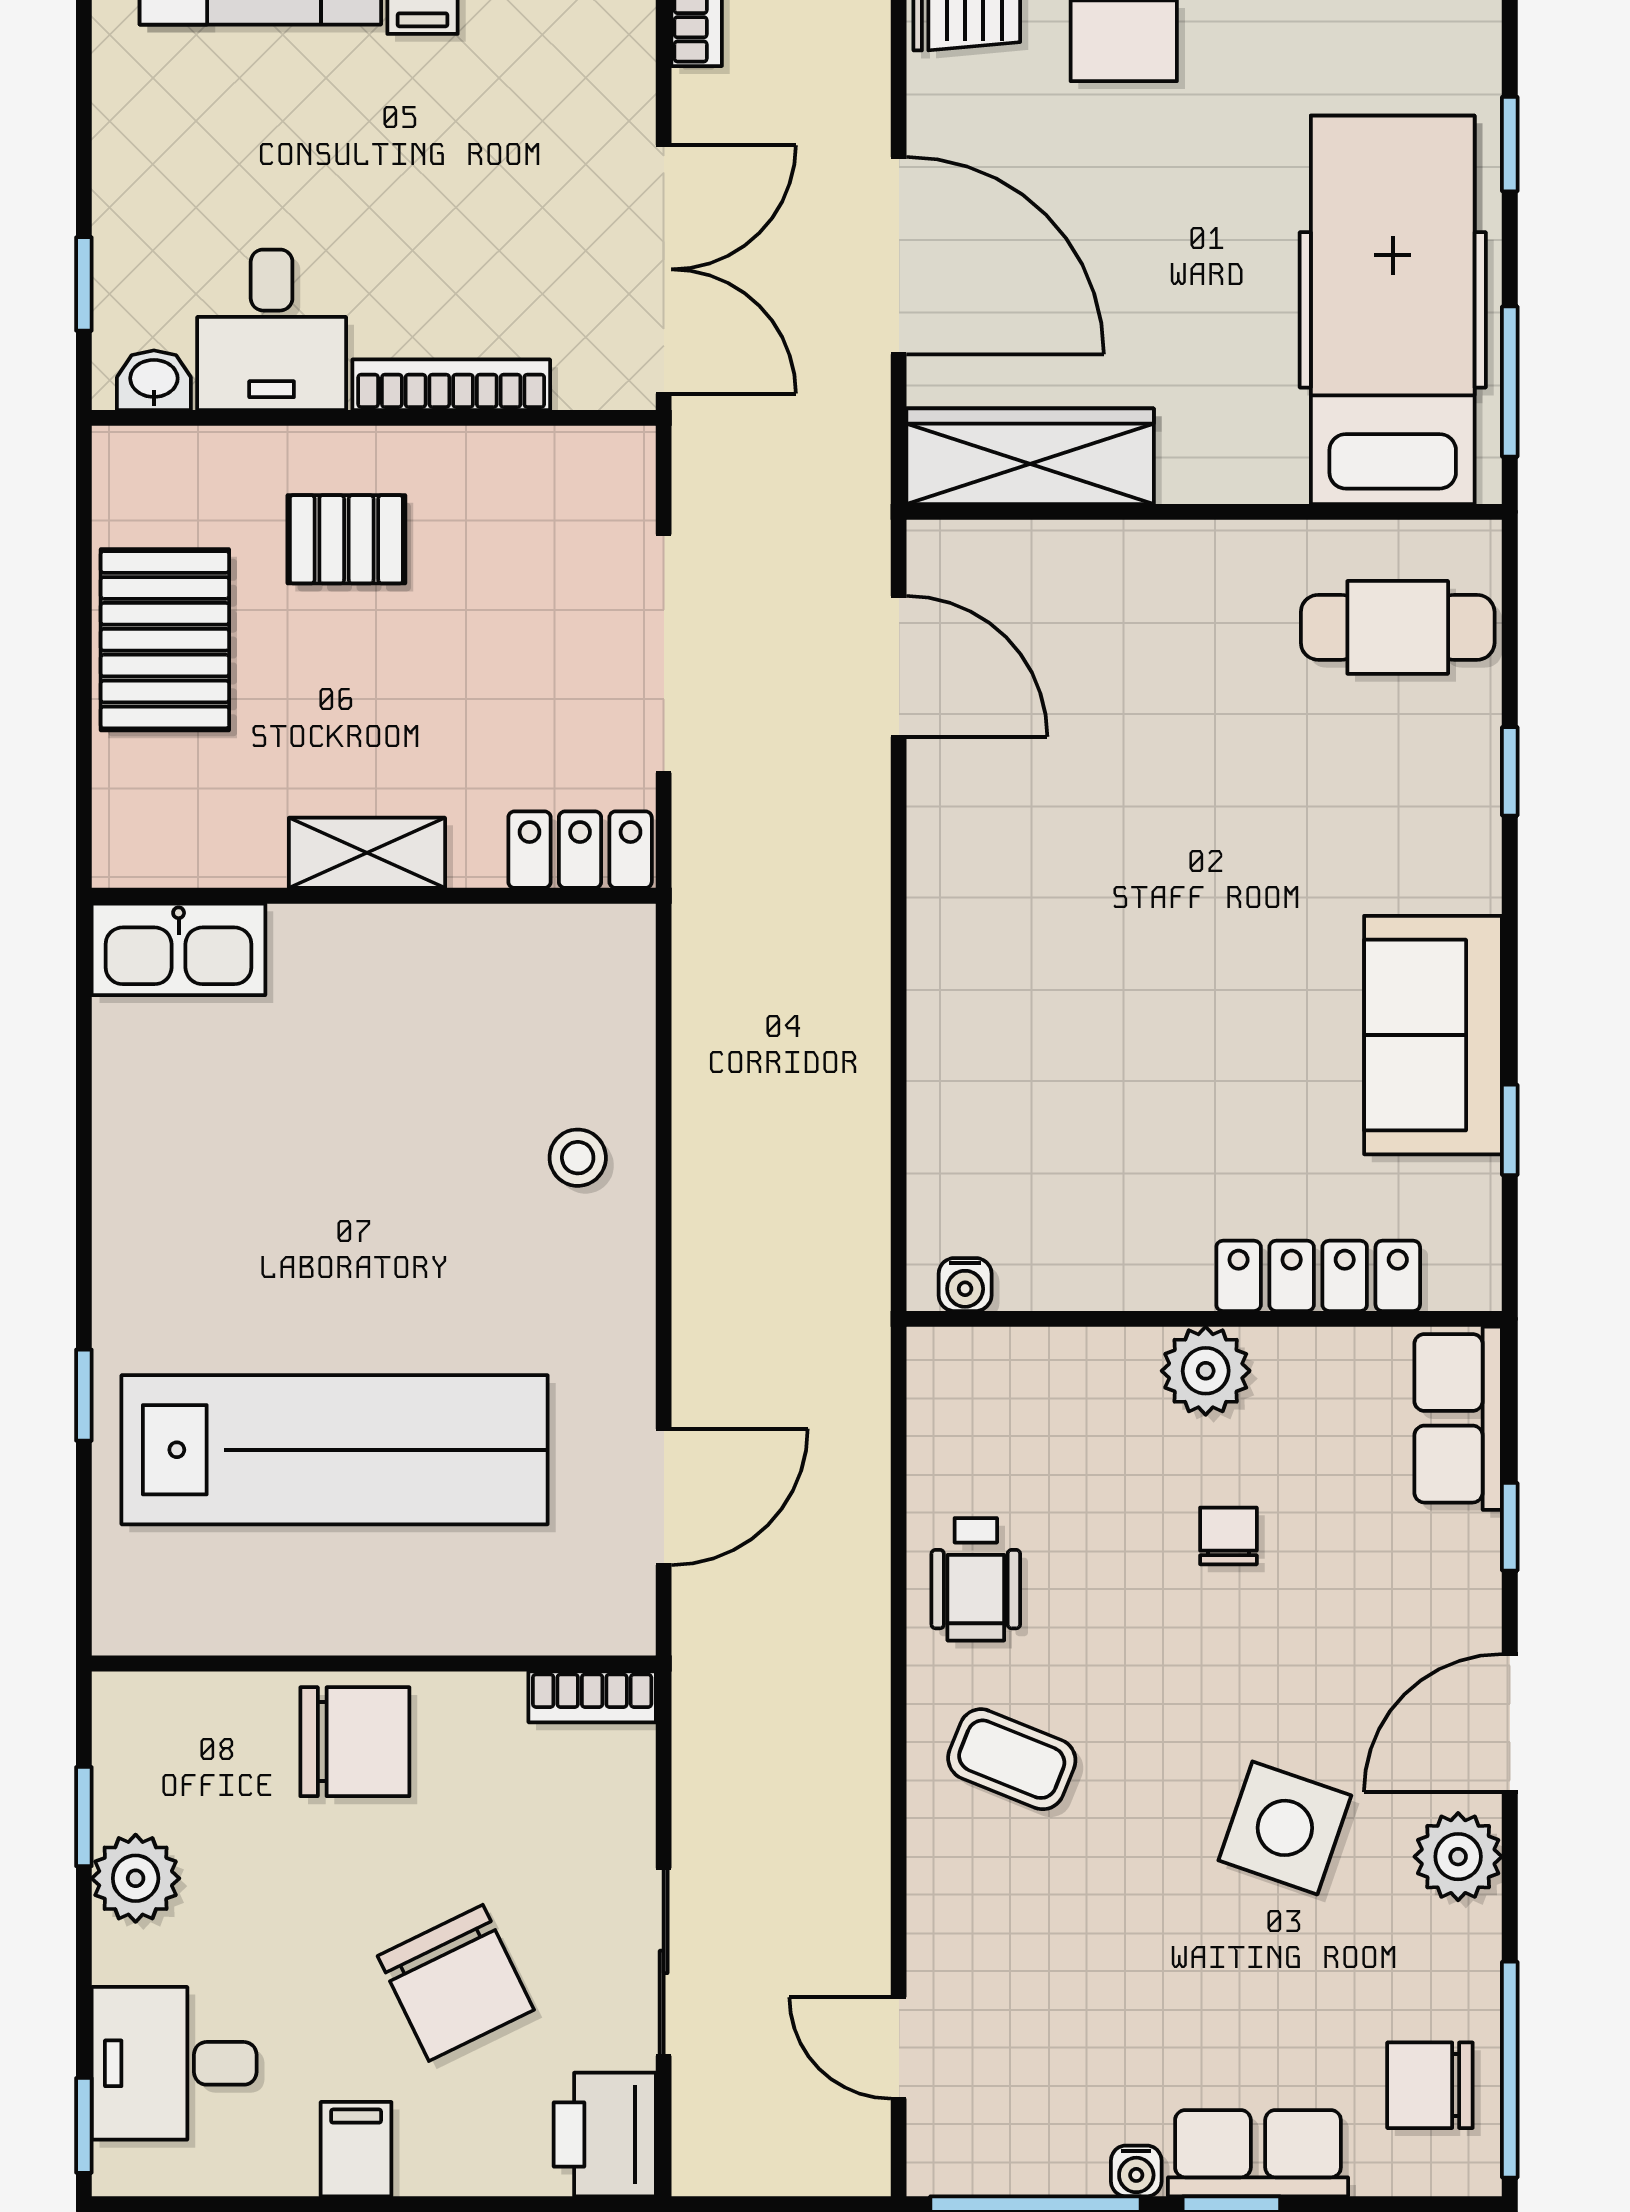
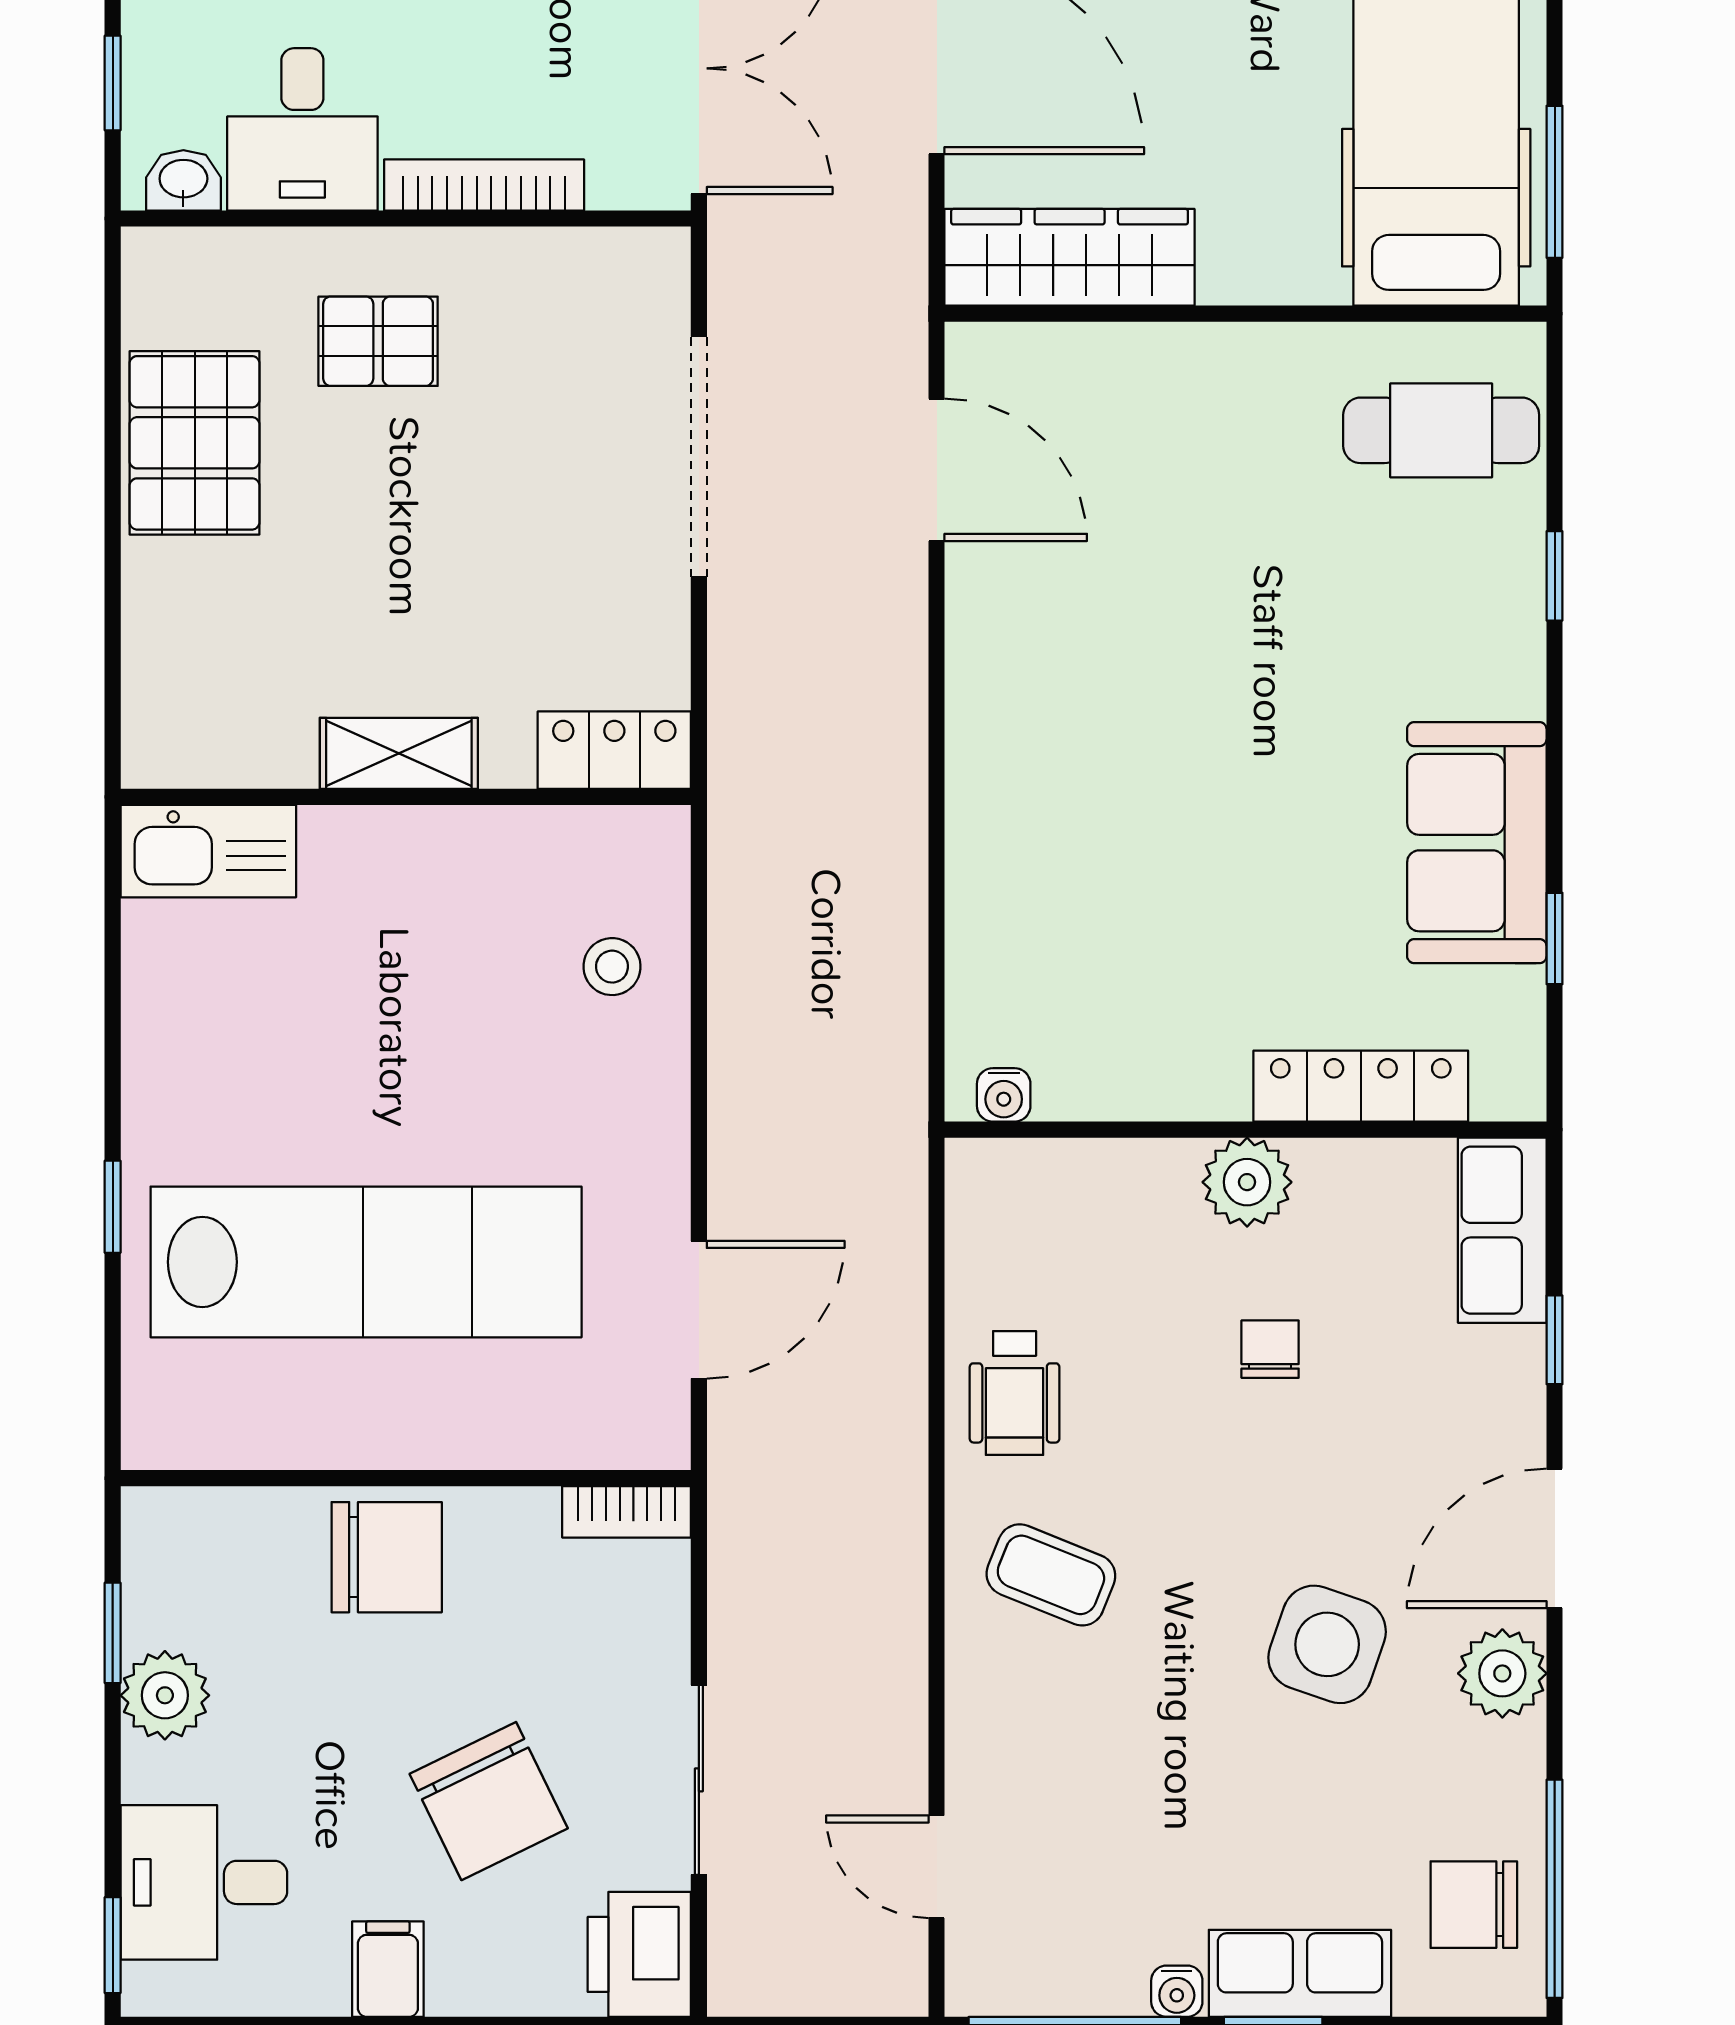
locker: (580, 850) -> (614, 750), moved
shelving: (367, 853) -> (399, 753), moved
wall: (374, 896) -> (406, 797), moved
kitchen sink: (179, 949) -> (208, 851), moved

